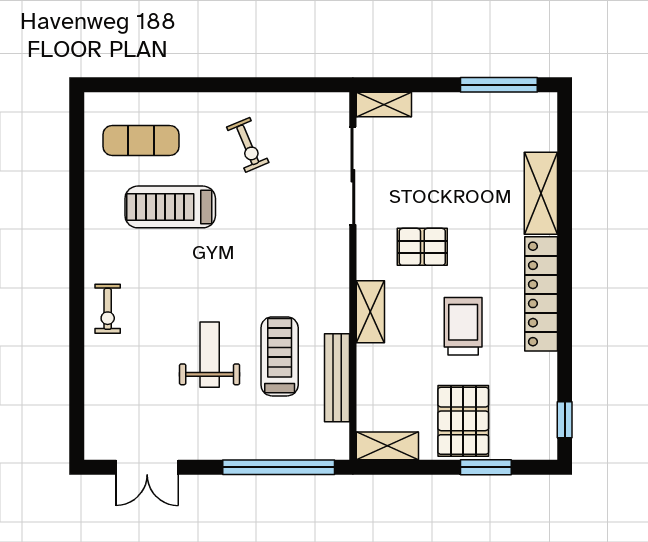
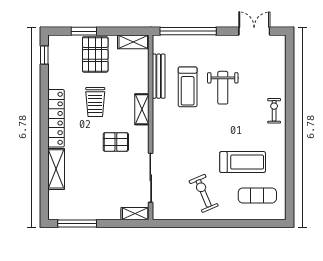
exercise bike: (248, 145) -> (204, 193), width x1.38, depth x1.39

